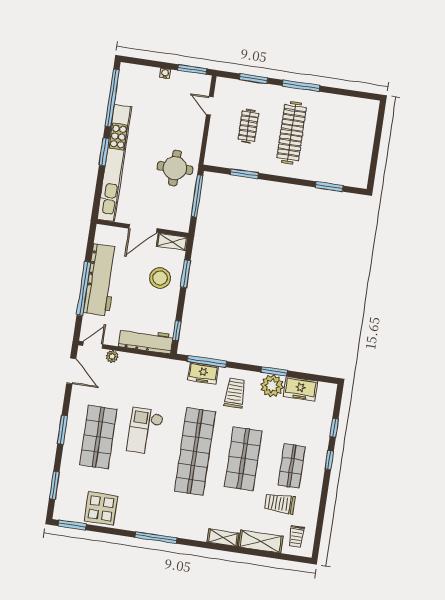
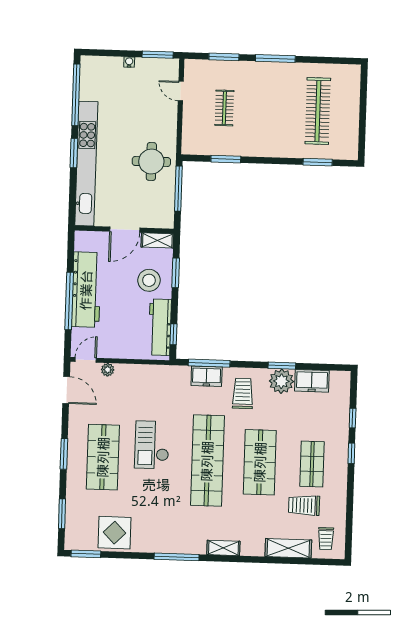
clothes rail: (292, 133) -> (318, 111), moved
workbench: (146, 341) -> (160, 327), moved, turned -90
shelving: (223, 538) -> (223, 548), moved

